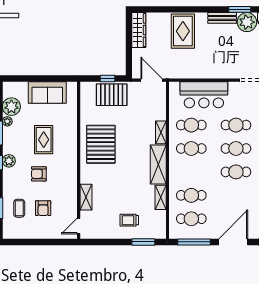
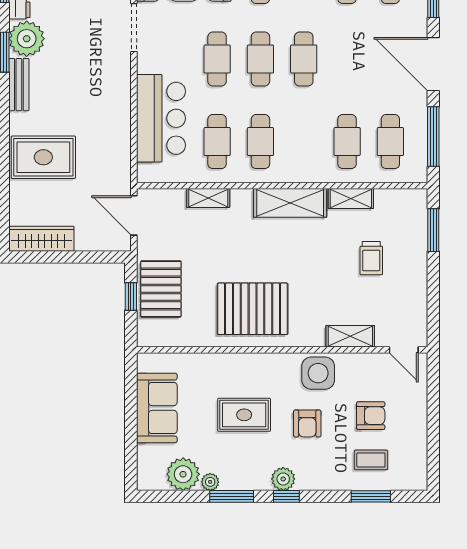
door: (151, 80) -> (134, 215), hinge flipped
shelving: (161, 132) -> (208, 198), moved
side table: (66, 180) -> (318, 373), added
trolley: (129, 220) -> (371, 258), moved

